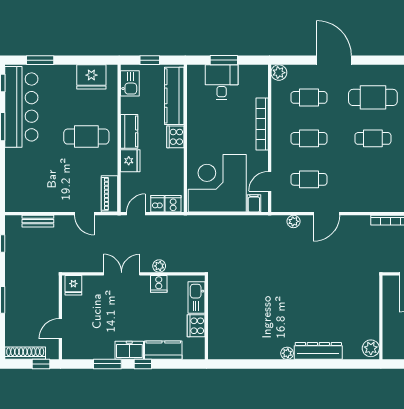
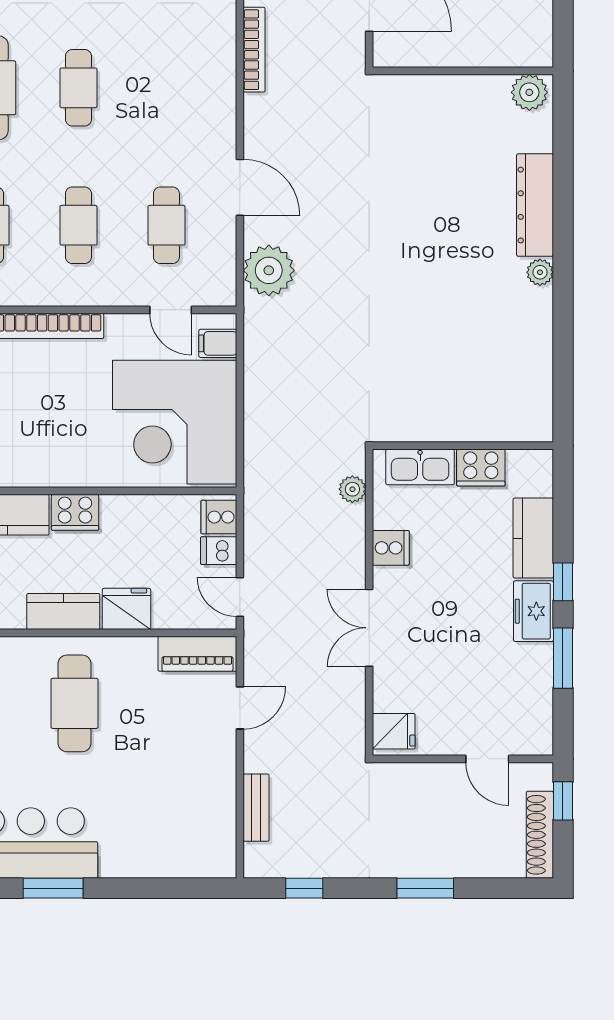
plant: (293, 221) -> (269, 270), width x1.88, depth x1.88
plant: (159, 266) -> (352, 489), moved

